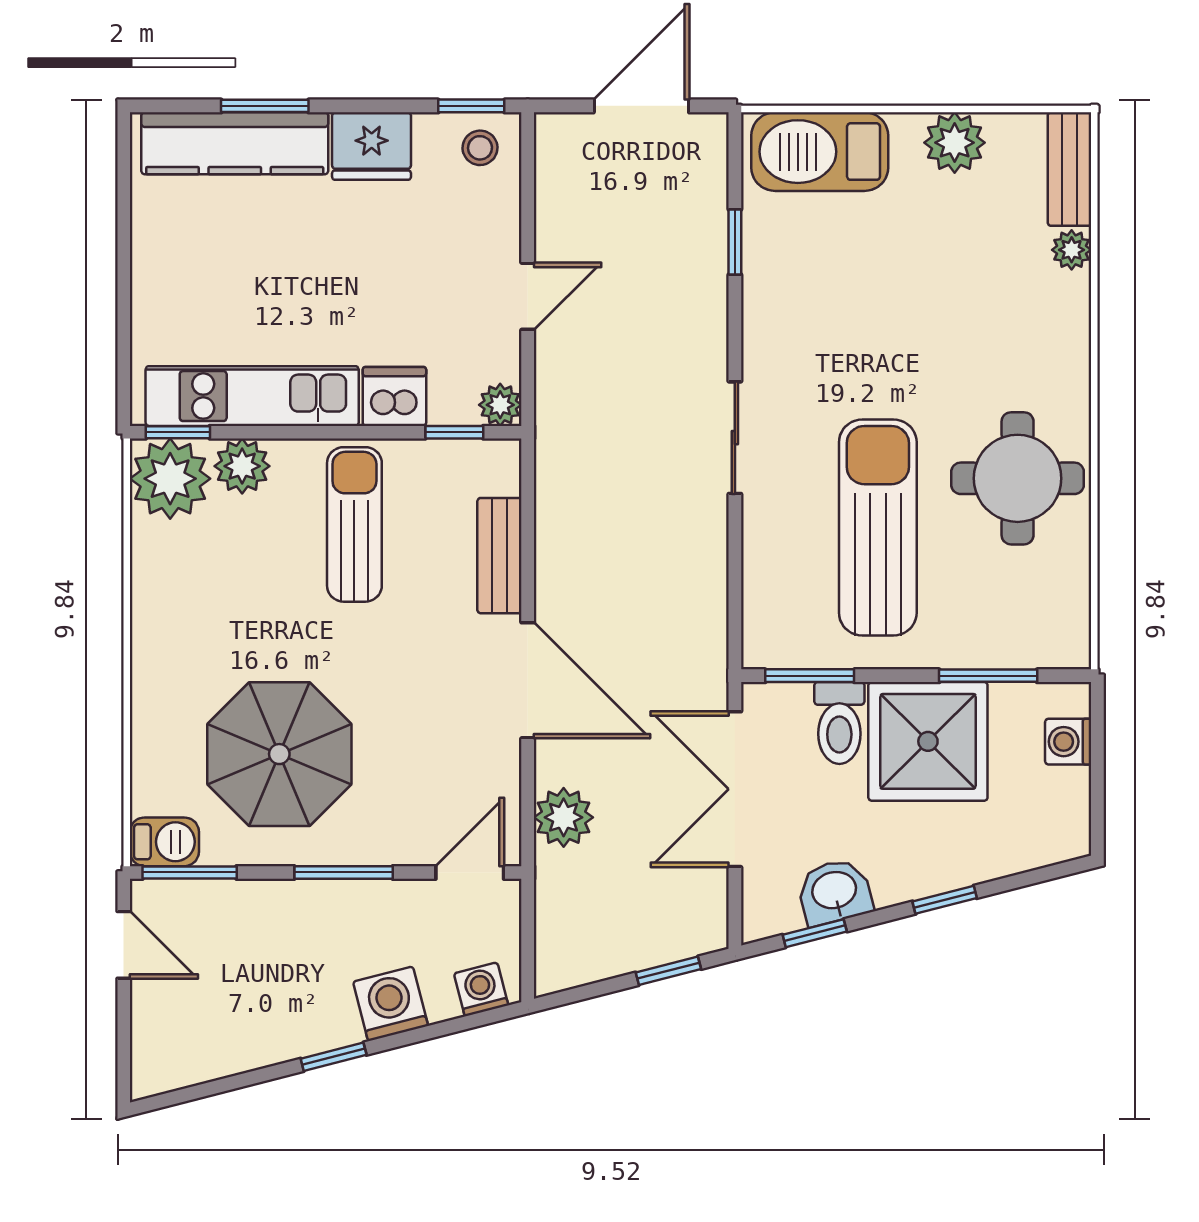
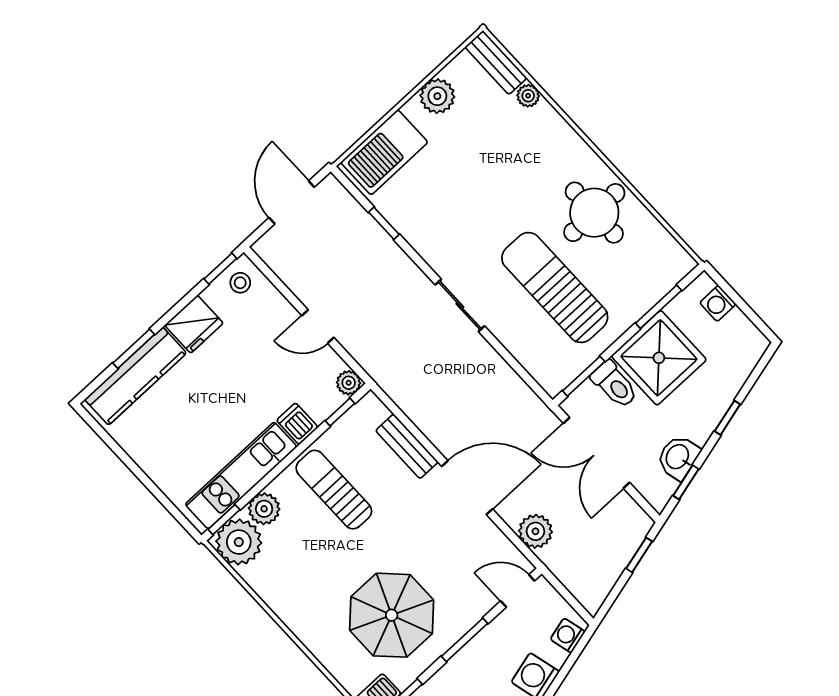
door: (528, 296) -> (318, 326), swing flipped
dishwasher: (394, 396) -> (297, 424), width x0.73
door: (470, 872) -> (518, 591), hinge flipped

